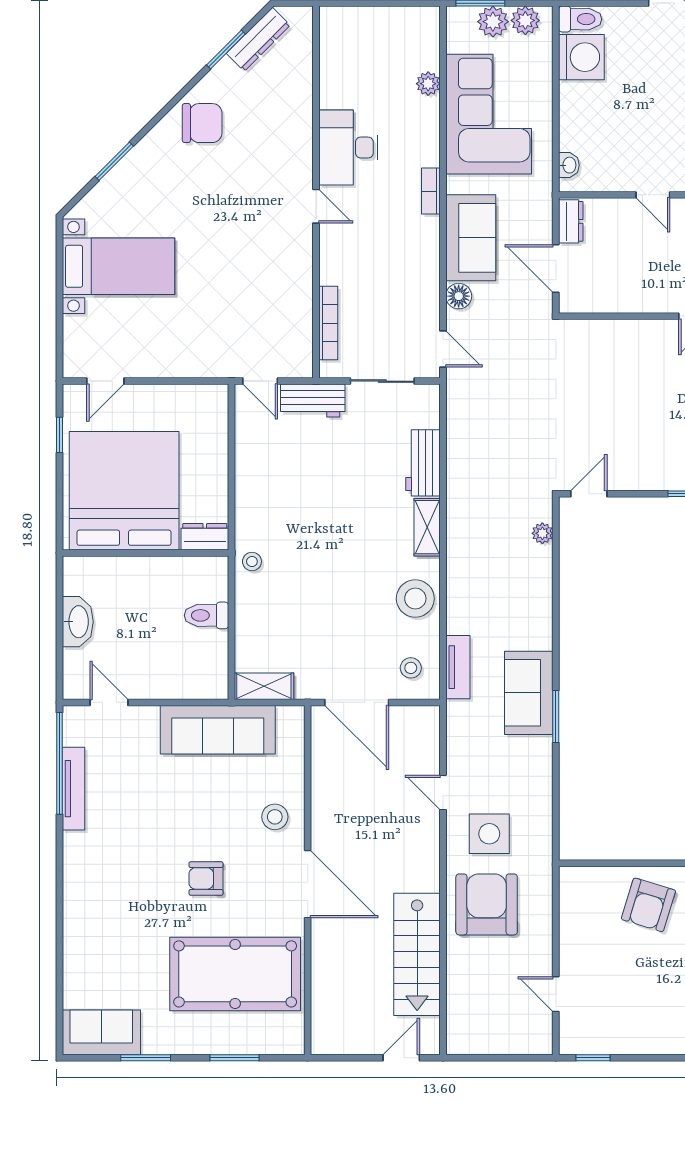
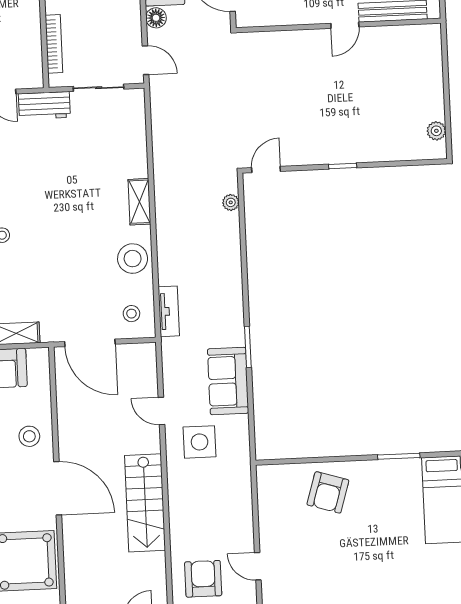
workbench: (423, 463) -> (134, 151), removed
sofa: (529, 693) -> (228, 381), moved
armchair: (487, 904) -> (203, 579), moved, width x0.73, depth x0.73
stairs: (417, 954) -> (145, 503), moved

